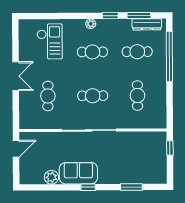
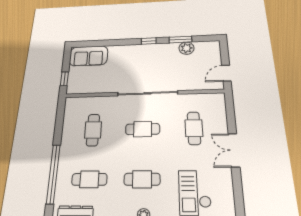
sofa: (78, 173) -> (89, 56), moved
window: (131, 187) -> (180, 40), moved

